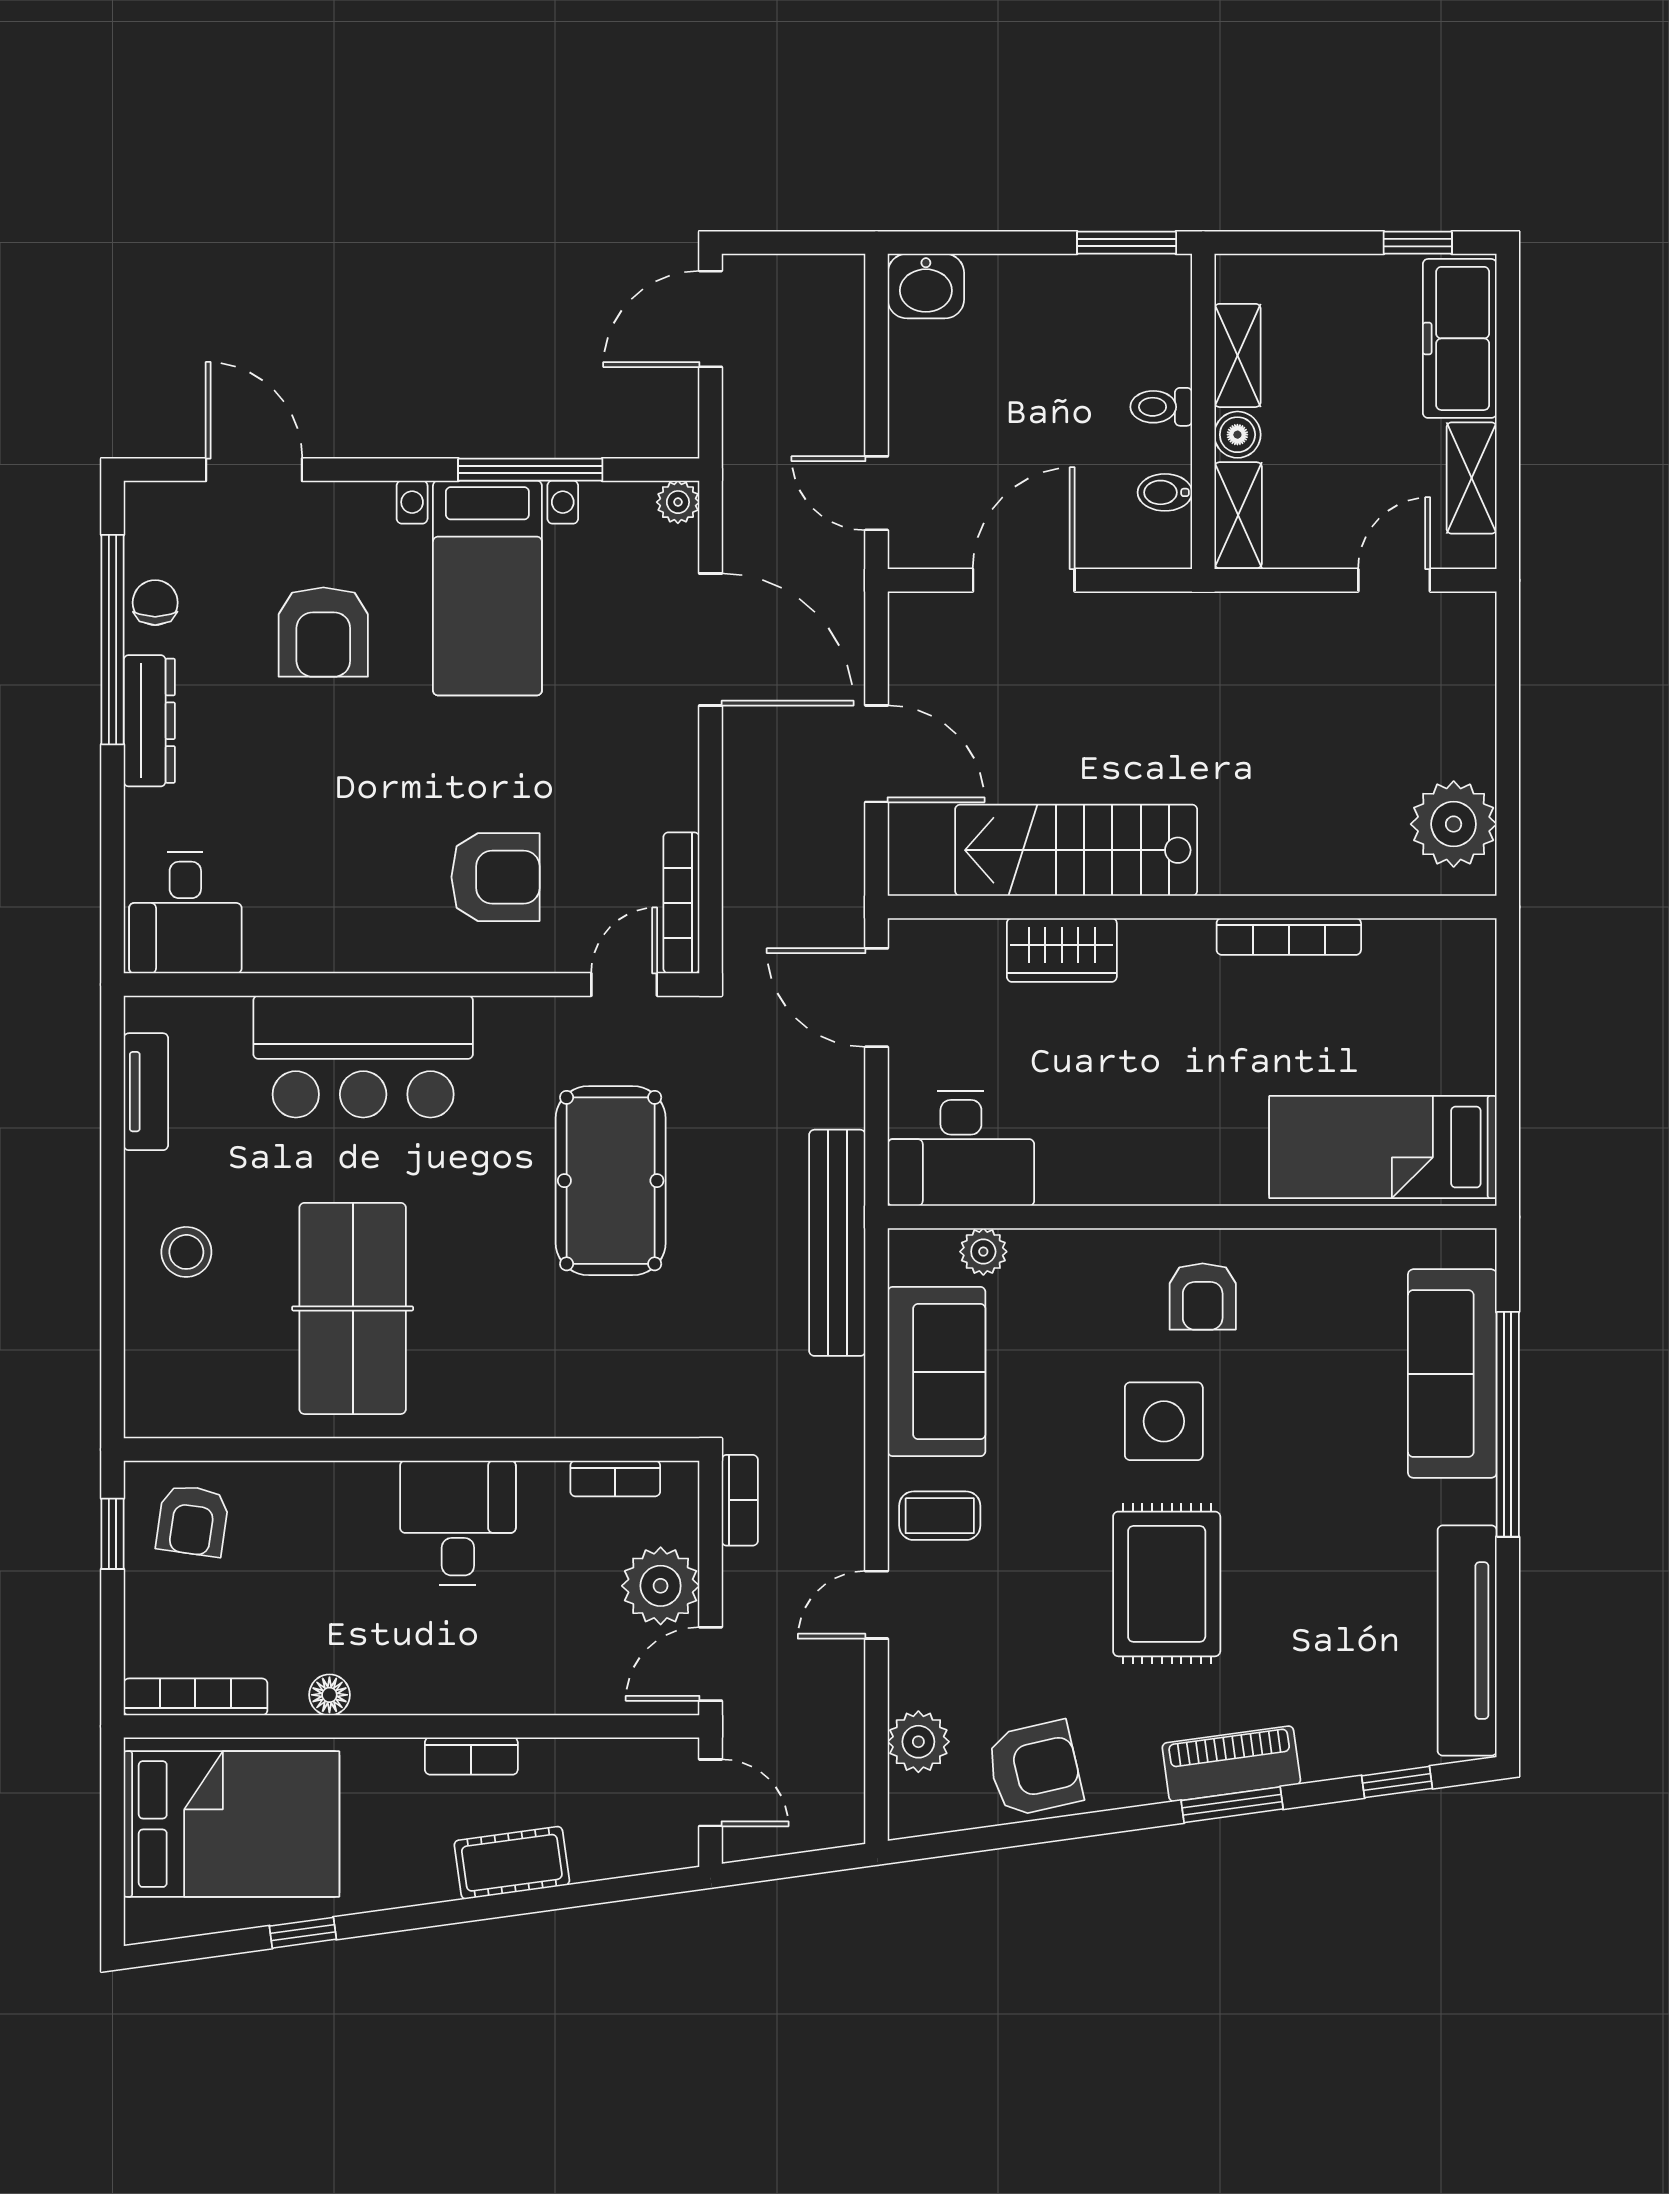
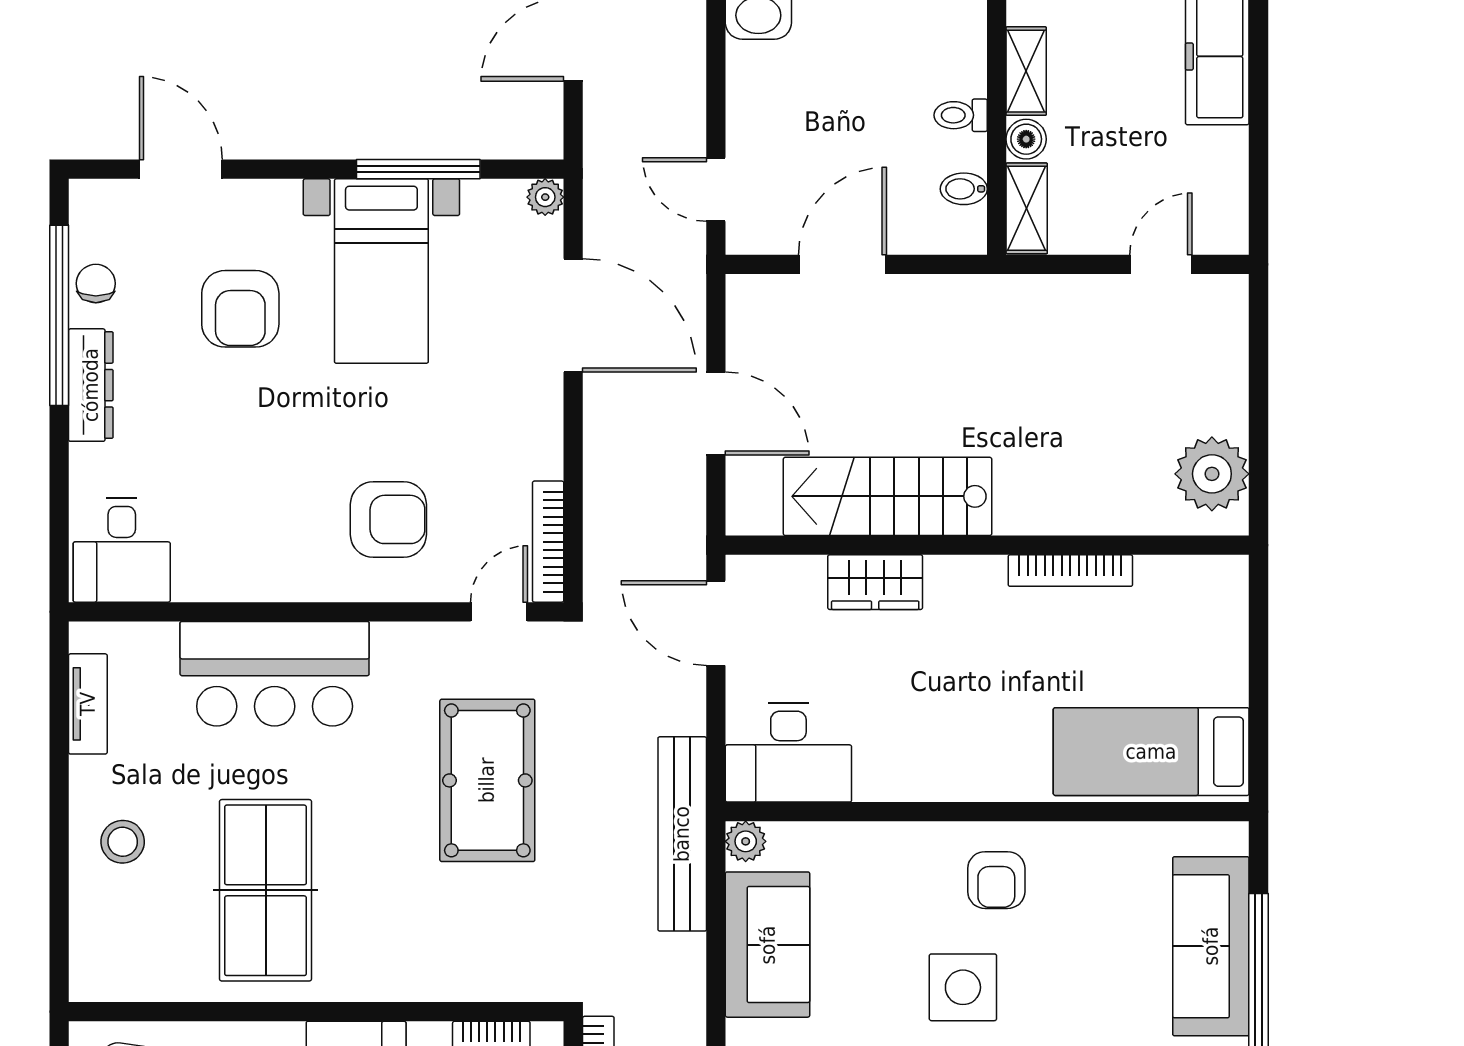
shelving: (1472, 478) -> (1227, 176), removed
plant: (983, 1252) -> (746, 841), moved

